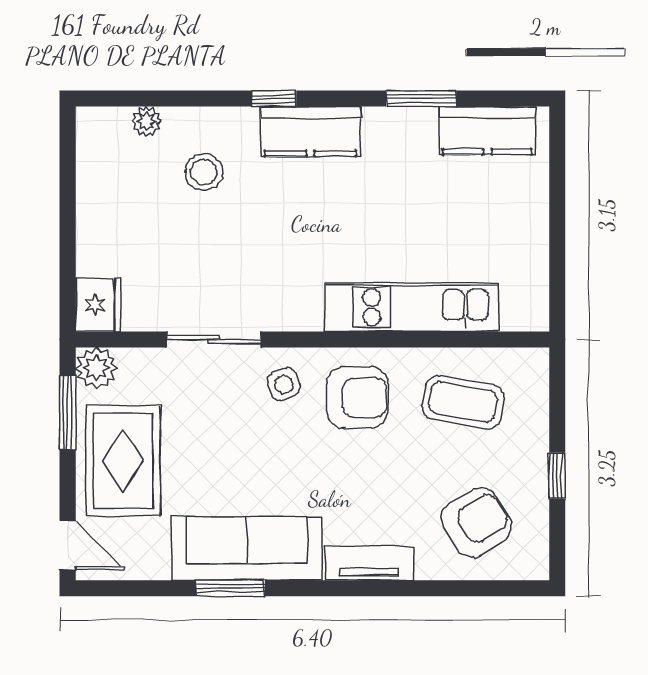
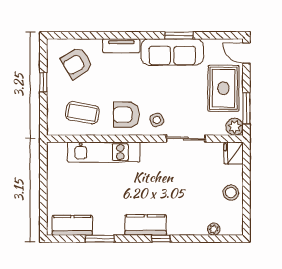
stool: (204, 172) -> (231, 193), moved

